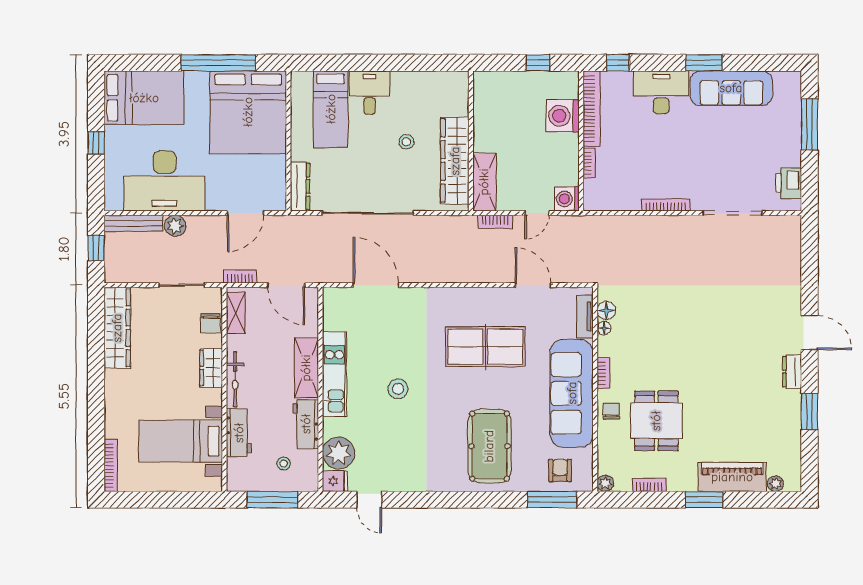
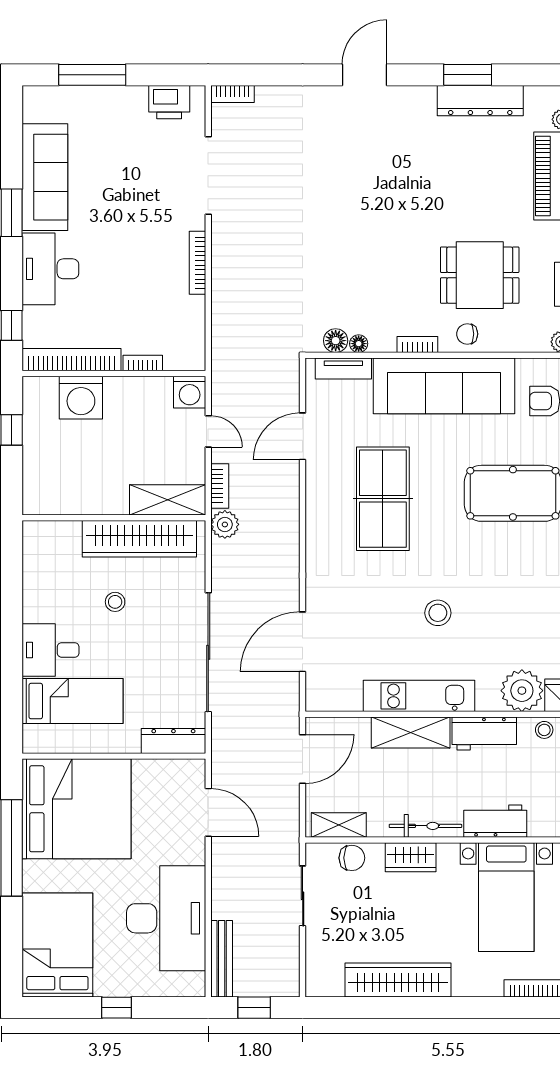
plant: (175, 226) -> (225, 524), moved
bookcase: (240, 277) -> (232, 94), moved, turned -90
wardrobe: (117, 328) -> (398, 980), moved
dresser: (792, 372) -> (480, 101), moved, width x1.96, depth x1.24
stool: (284, 464) -> (544, 730), moved

